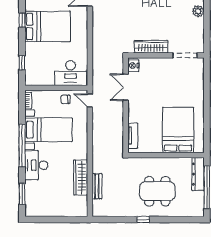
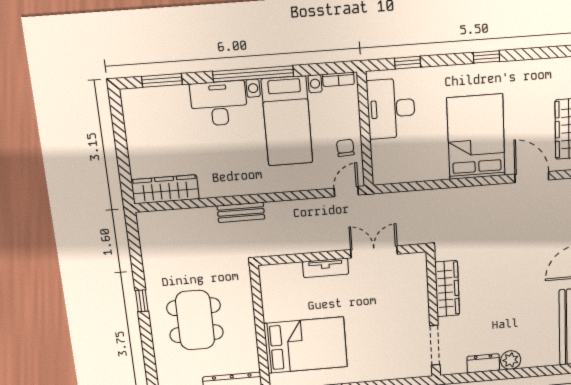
bed: (48, 26) -> (476, 137), moved, turned 180
dresser: (199, 27) -> (483, 363), added
nightstand: (133, 66) -> (413, 262), removed
desk: (70, 73) -> (391, 109), moved
tv unit: (133, 136) -> (326, 268), moved
wardrobe: (81, 177) -> (165, 189), moved
bench: (97, 186) -> (241, 212), moved

